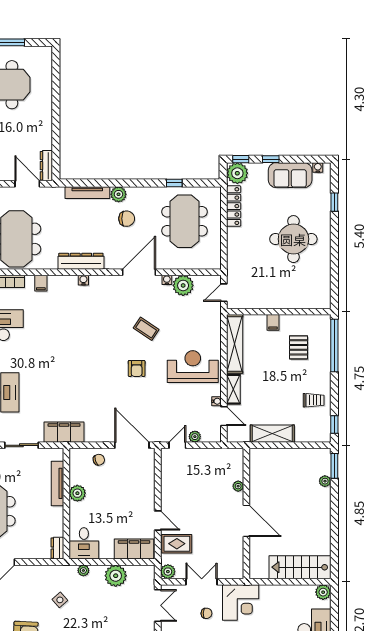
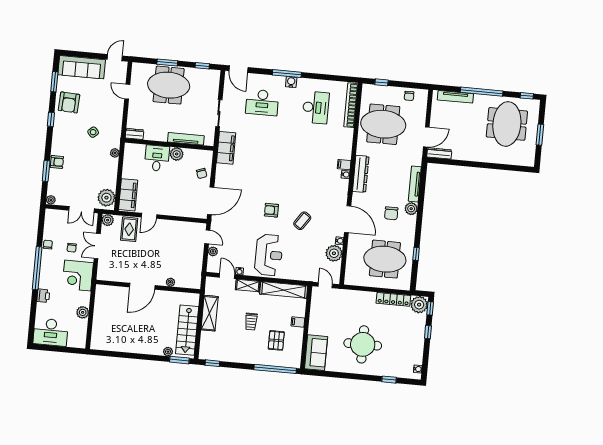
sofa: (290, 175) -> (316, 353), moved, turned 180
filing cabinet: (41, 283) -> (344, 165), moved
pallet: (299, 347) -> (276, 340), turned 90
trolley: (314, 400) -> (251, 322), moved
door: (224, 416) -> (227, 276), swing flipped
desk: (84, 543) -> (157, 158), moved, turned 90
stairs: (300, 567) -> (187, 330), moved, turned 180
plant: (116, 576) -> (106, 198), moved
double door: (202, 582) -> (97, 246), swing flipped
plant: (323, 592) -> (83, 312), moved

